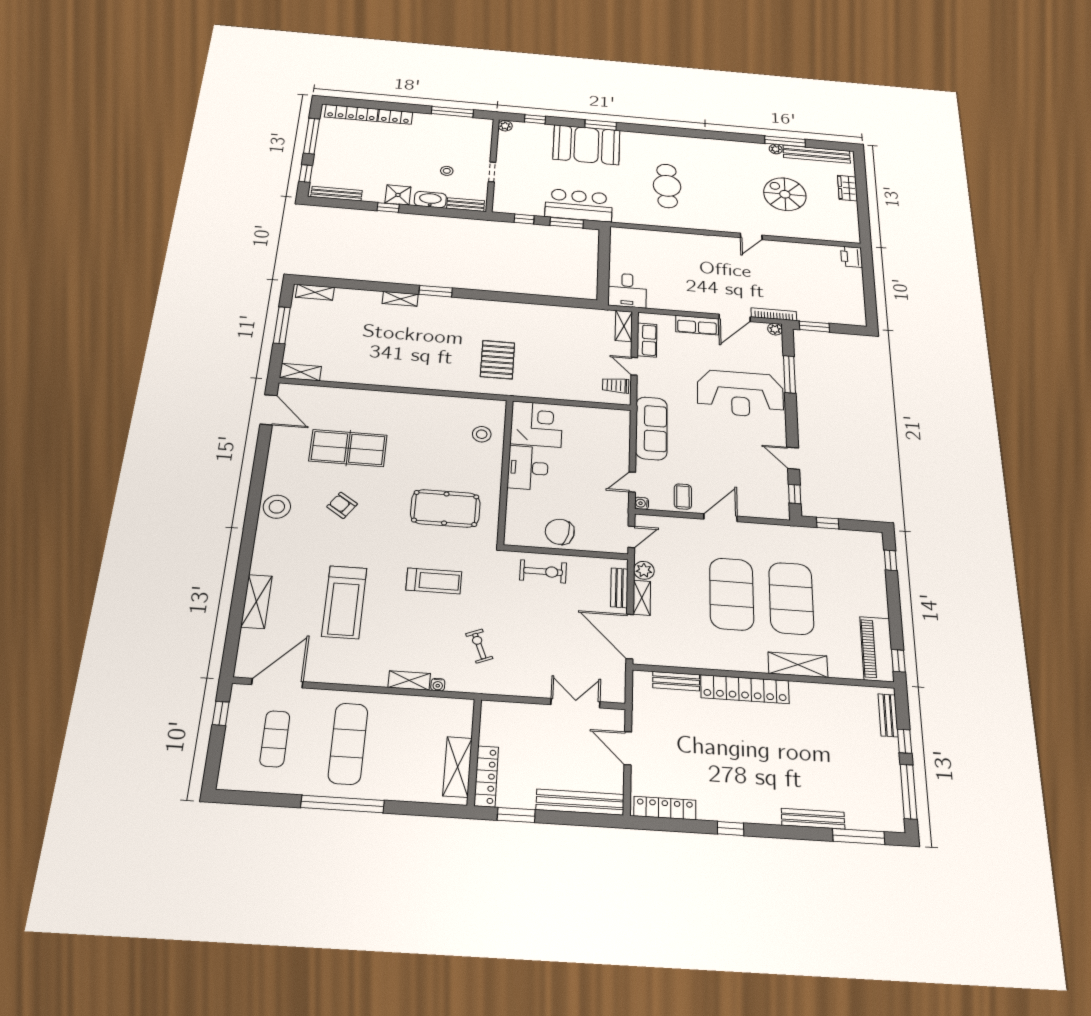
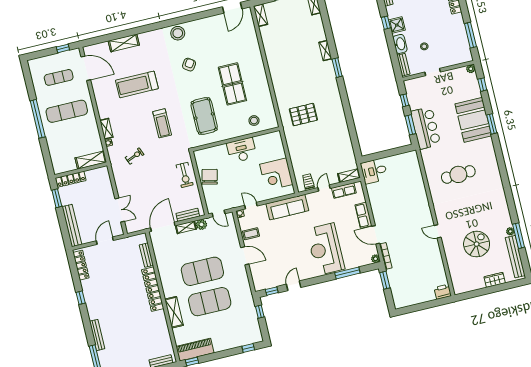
corner desk: (537, 424) -> (276, 174), moved, turned 90
table tennis table: (348, 448) -> (232, 84), moved
shelving: (458, 767) -> (91, 160), moved

